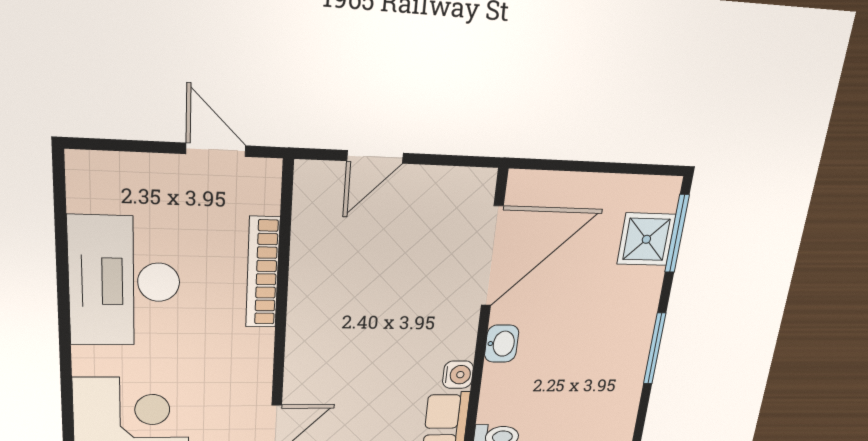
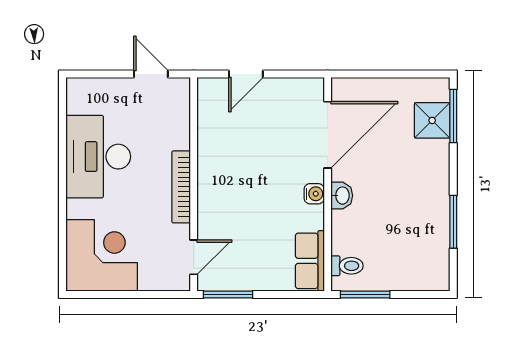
bookcase: (263, 273) -> (181, 187), moved
window: (655, 349) -> (453, 222), moved
water cooler: (458, 375) -> (314, 194), moved

